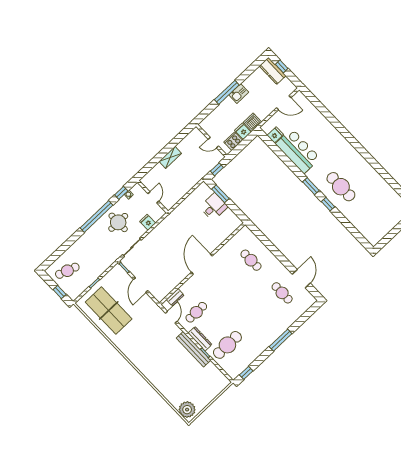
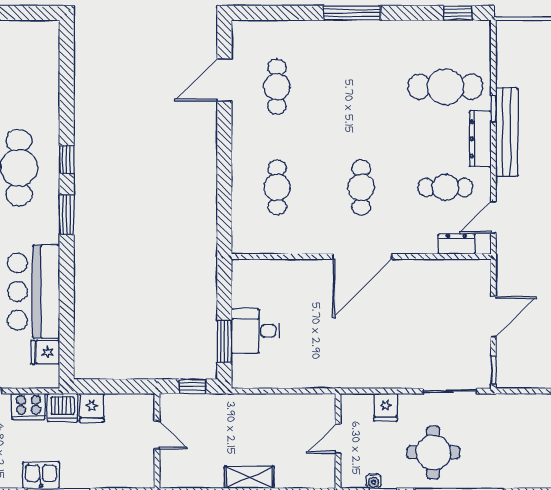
cooker: (233, 141) -> (29, 406), moved
cafe table: (224, 286) -> (361, 187), added

